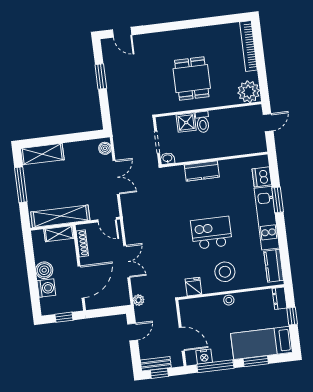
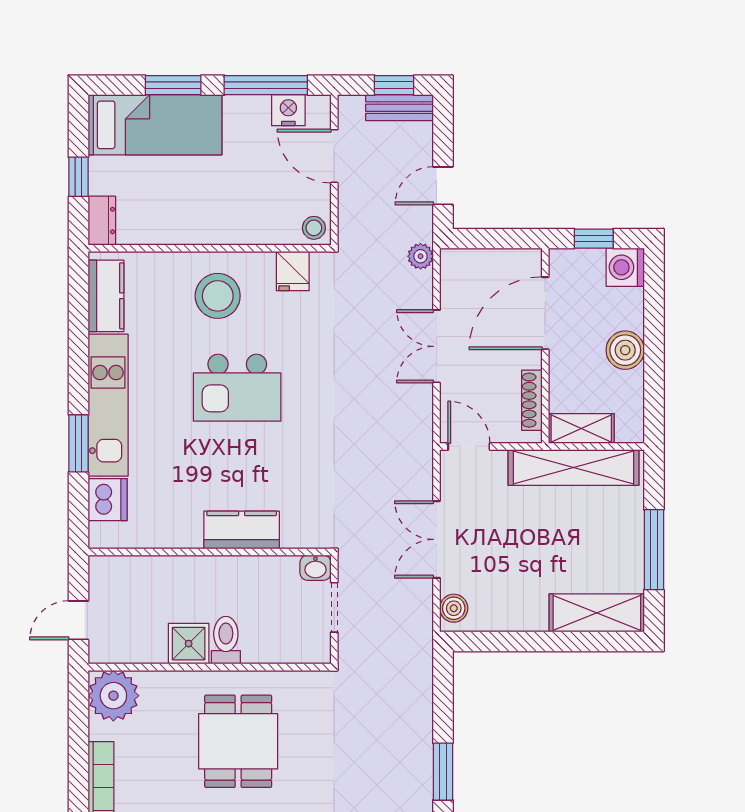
shower: (186, 123) -> (189, 644), moved
washing machine: (46, 288) -> (625, 267), moved
stool: (229, 300) -> (314, 228), moved

